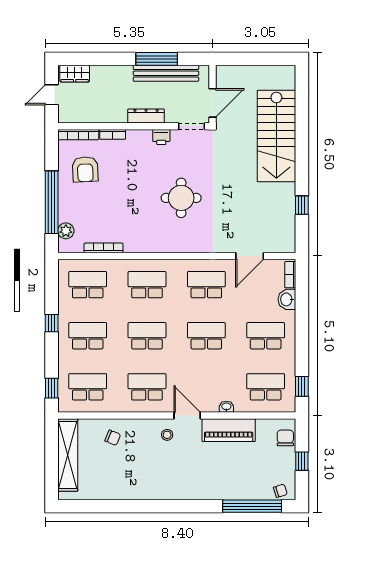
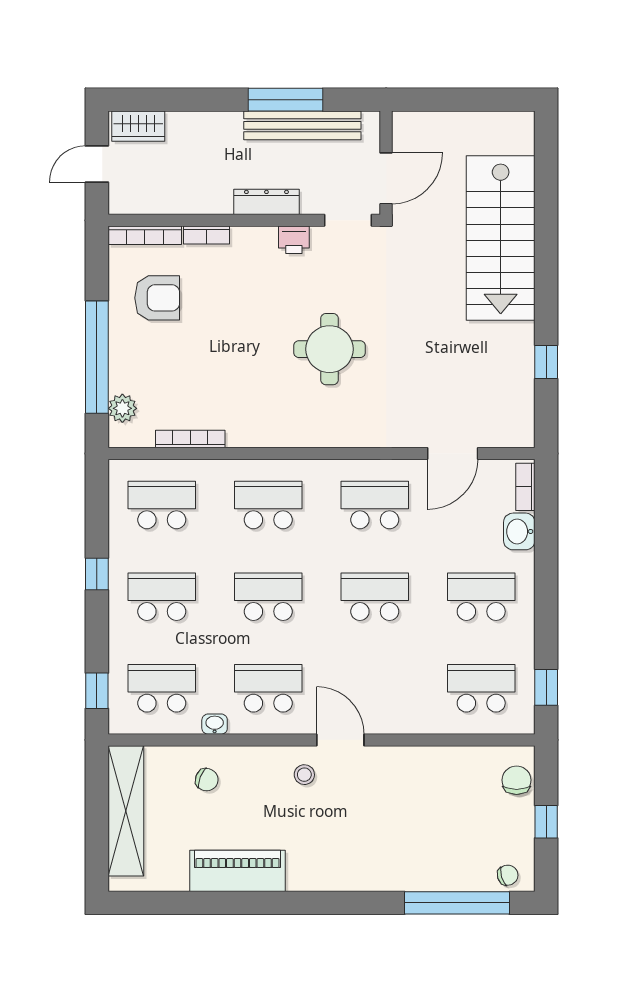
armchair: (85, 169) -> (157, 298), turned -87
washbasin: (226, 407) -> (215, 724), moved
piano: (229, 430) -> (237, 871), moved, turned 180

